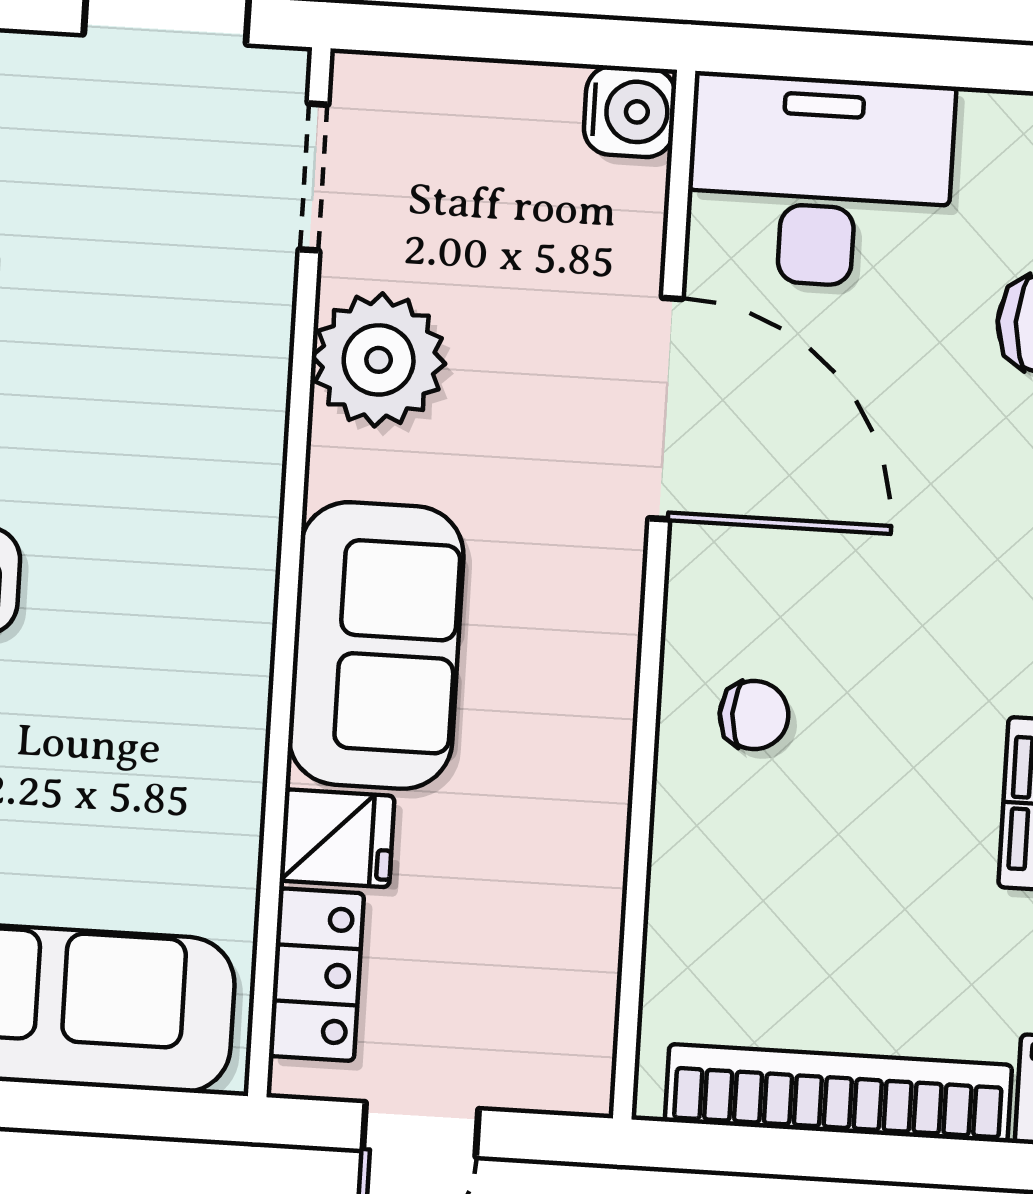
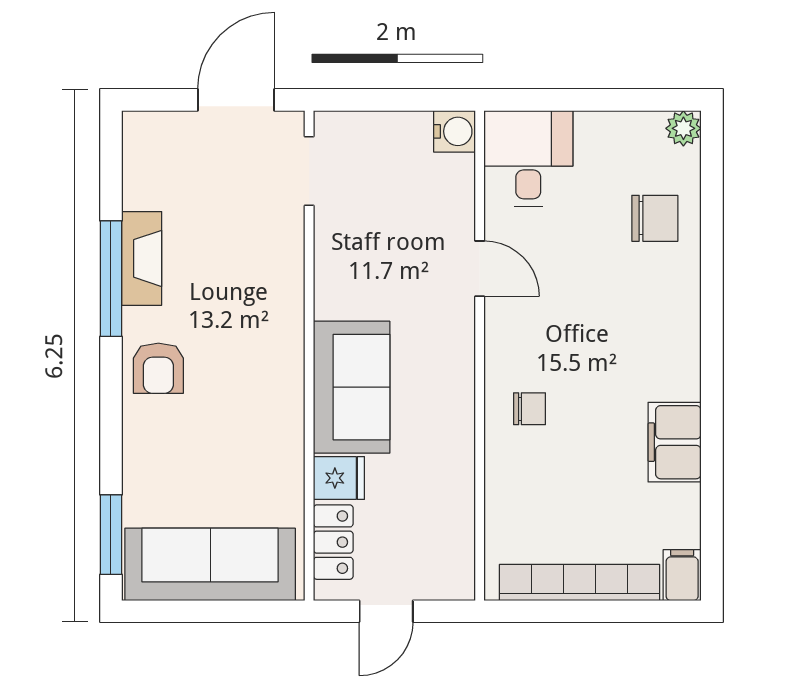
desk: (820, 181) -> (528, 158), width x0.73
plant: (379, 360) -> (345, 254), removed
door: (666, 409) -> (480, 269), width x0.53

